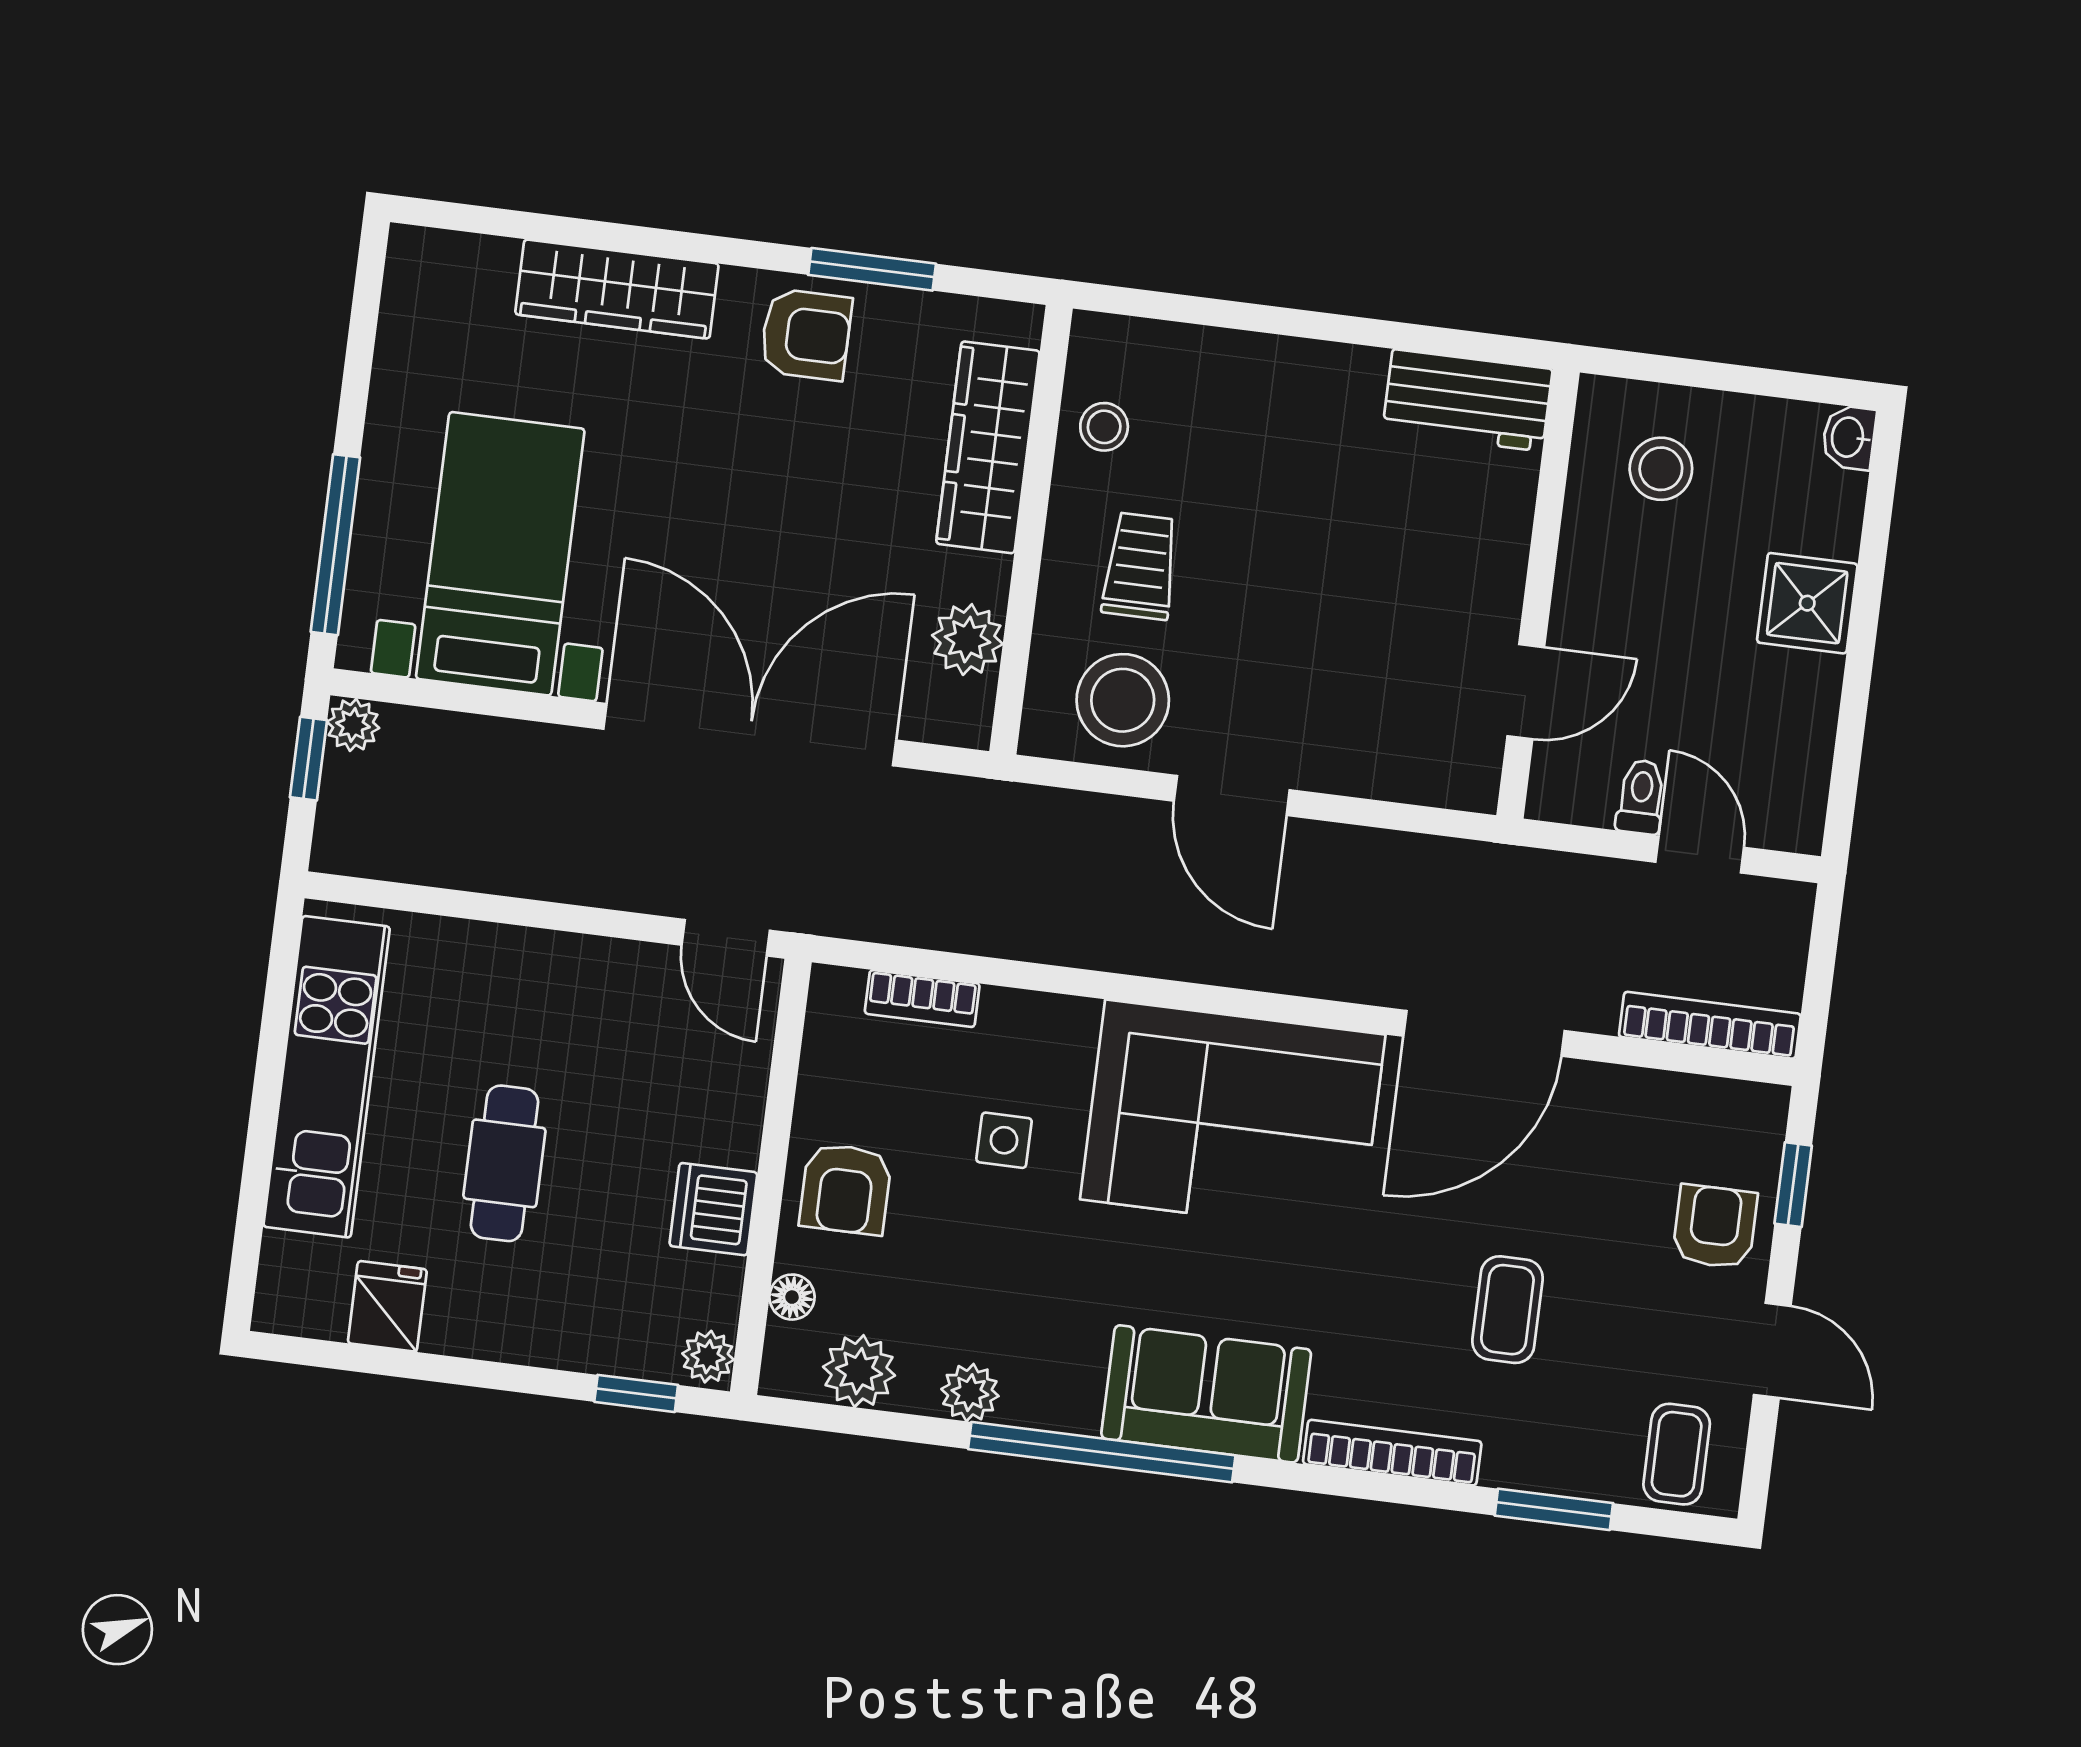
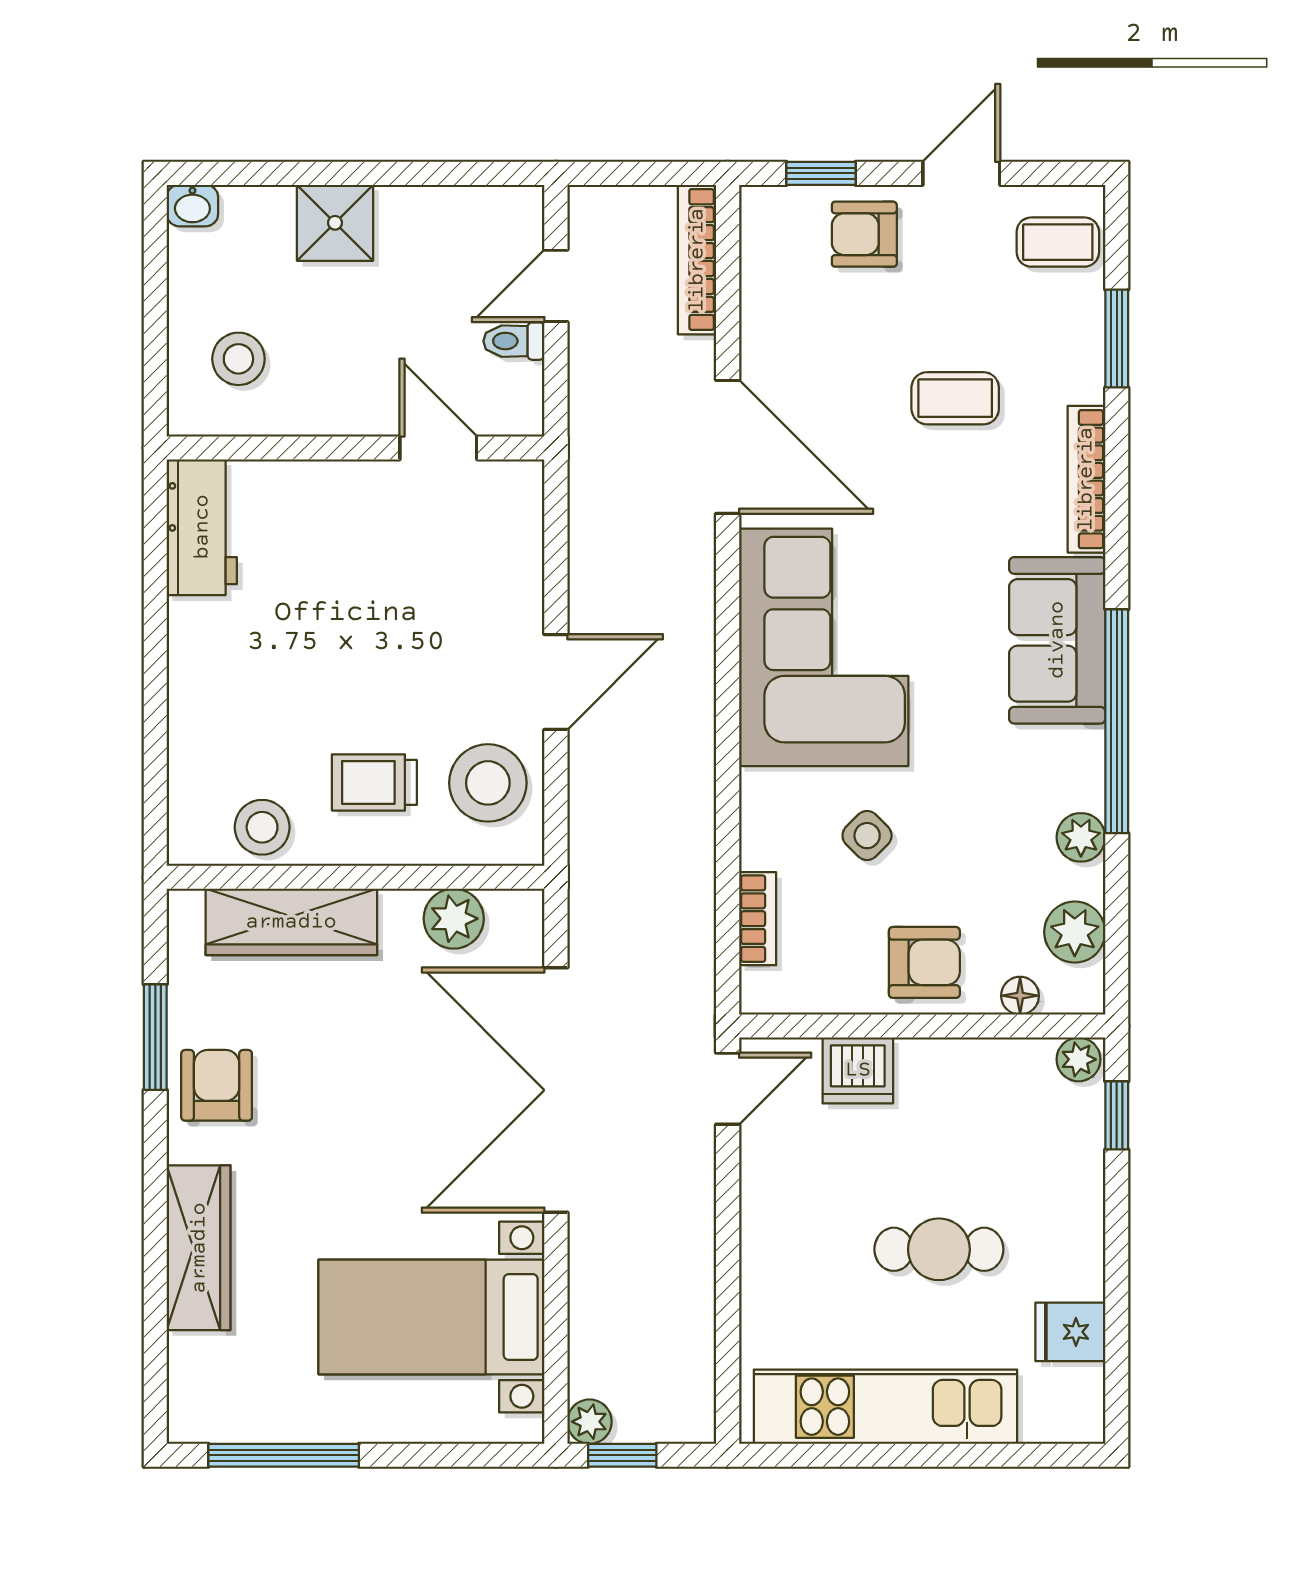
stool: (1104, 427) -> (262, 827), width x1.37, depth x1.37
window: (335, 545) -> (284, 1455), moved
side table: (1004, 1140) -> (867, 836), turned 45
dishwasher: (713, 1209) -> (858, 1070), moved

